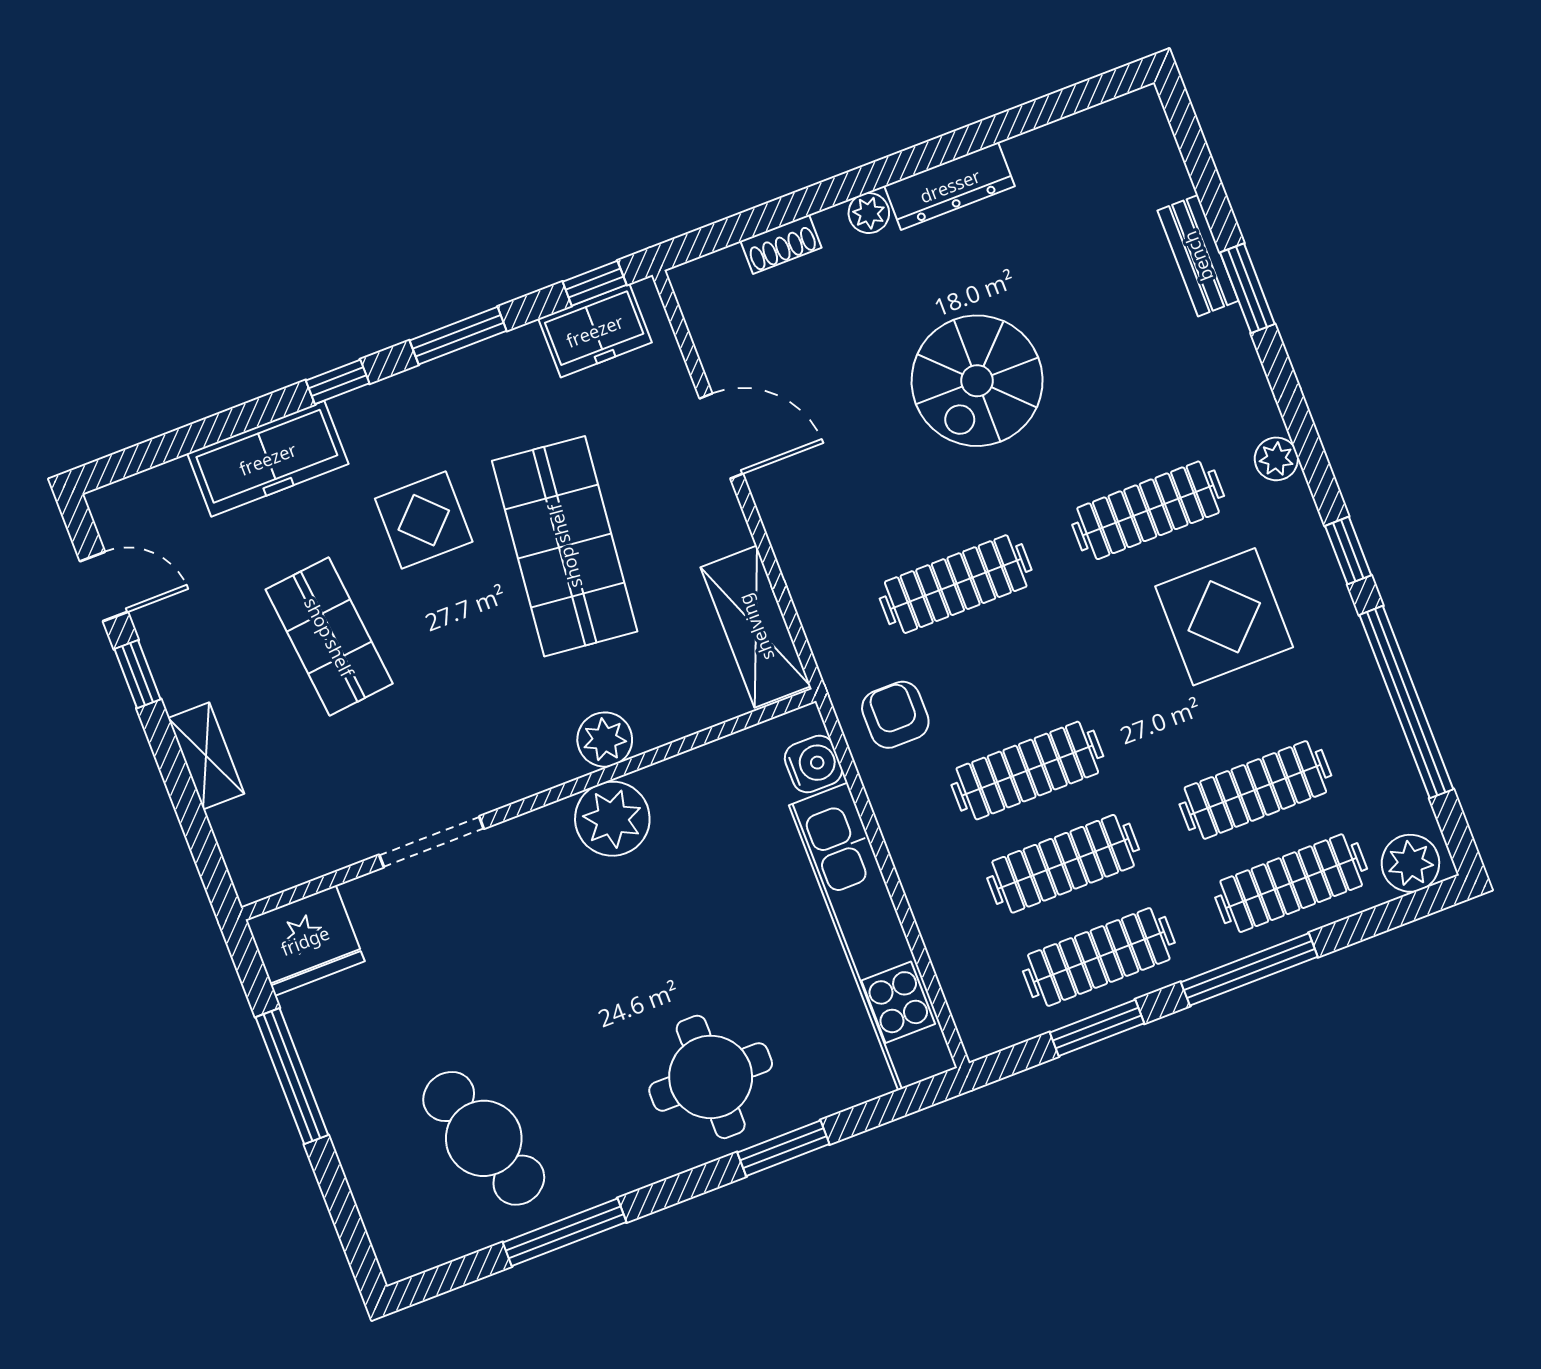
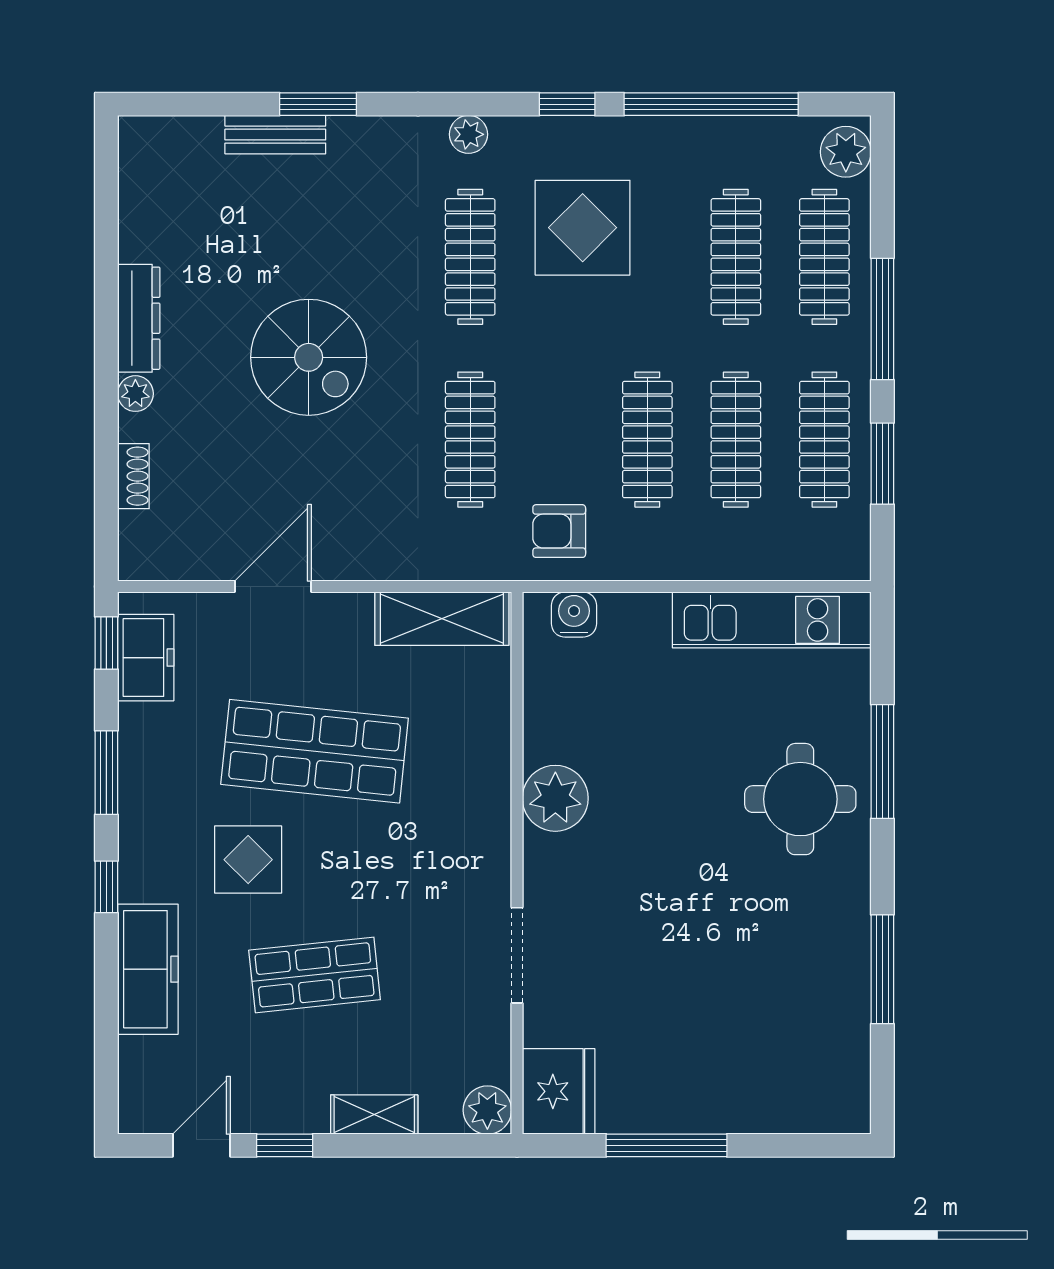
plant: (605, 740) -> (487, 1110), moved
kitchen unit: (873, 937) -> (772, 620), width x0.73
cafe table: (484, 1138) -> (779, 1006), removed
window: (783, 1148) -> (882, 761), width x1.44

